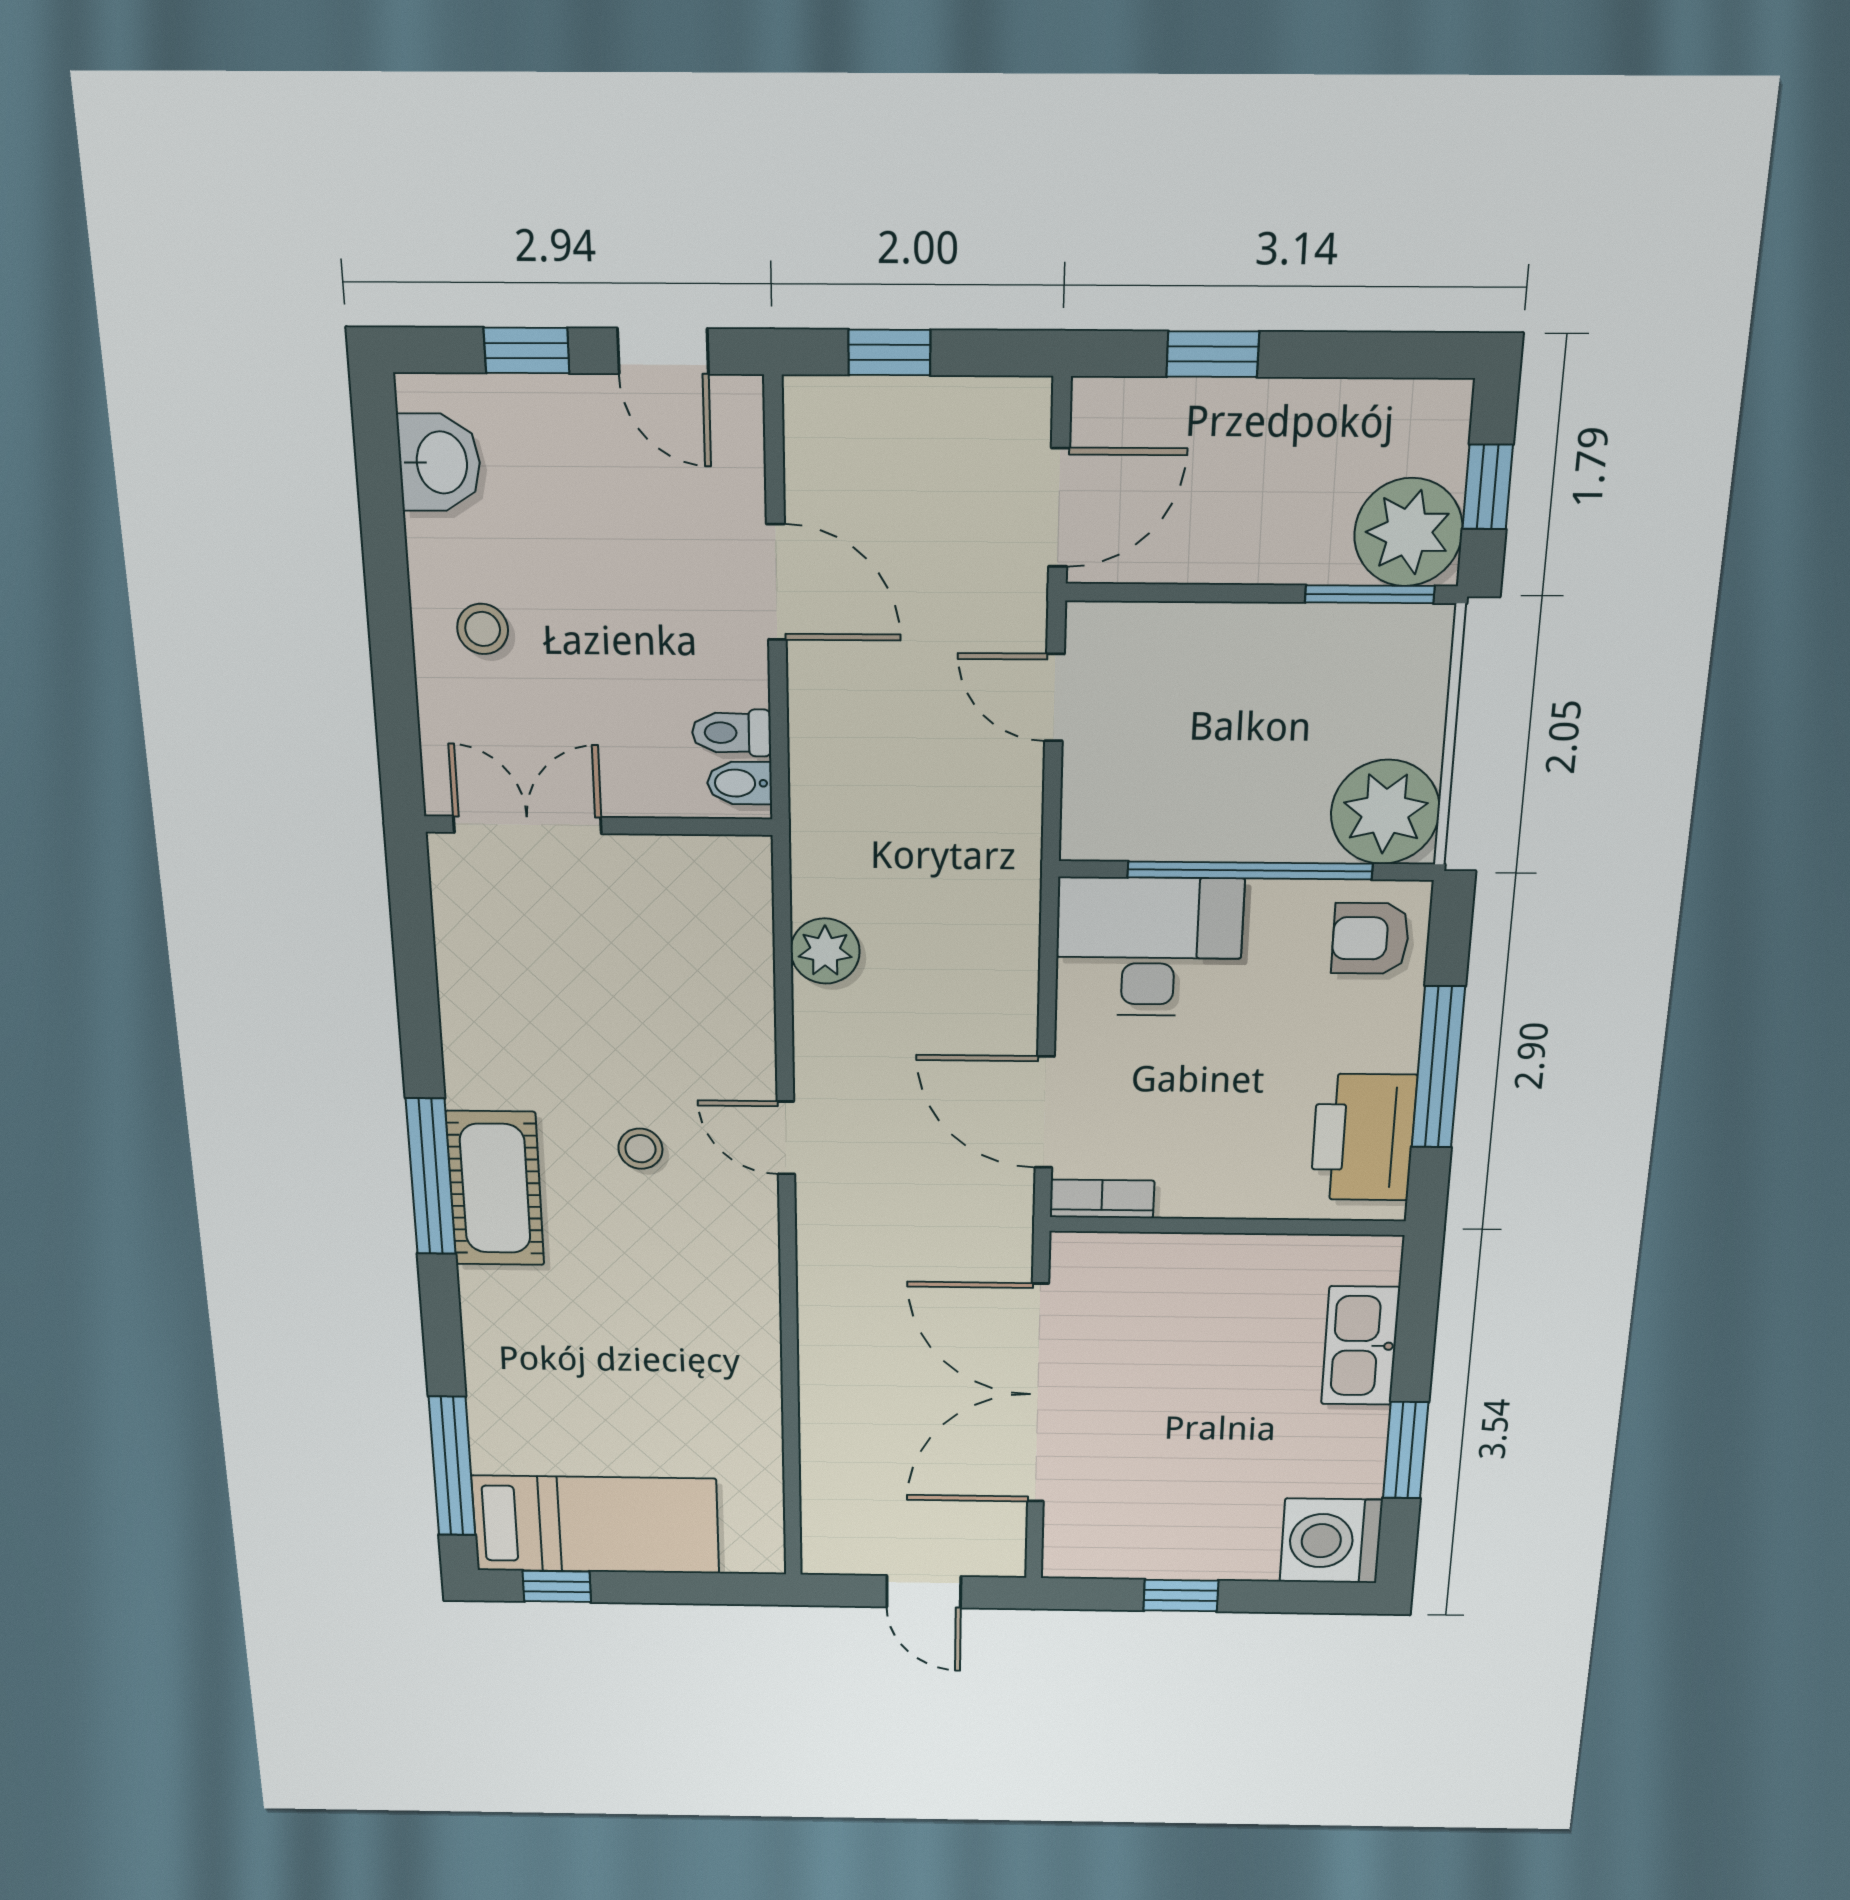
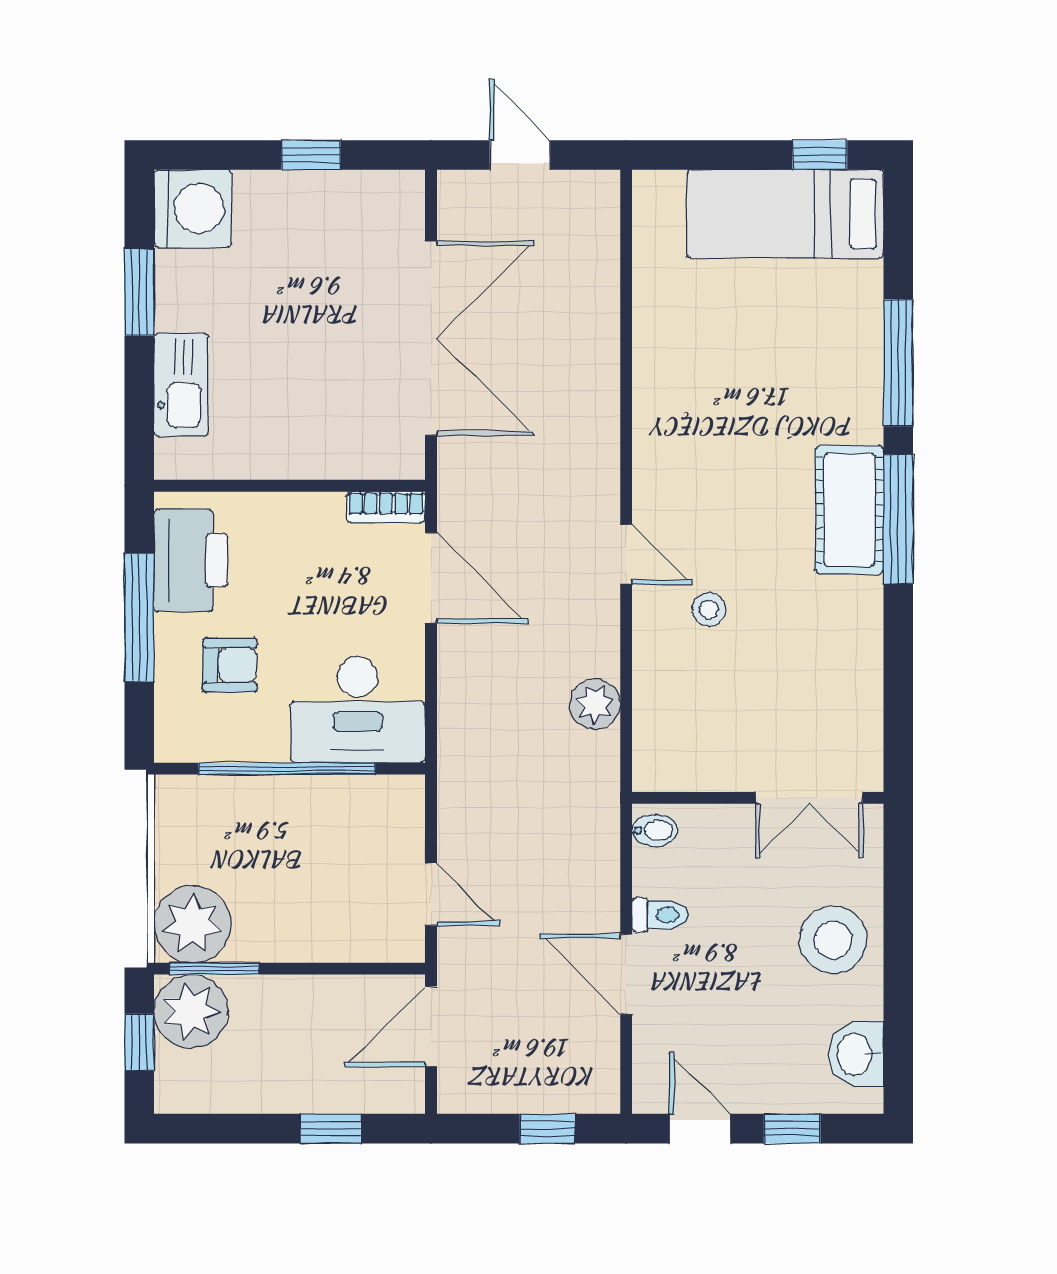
stool: (483, 629) -> (833, 940), width x1.89, depth x1.89
toilet: (732, 733) -> (660, 915), moved
plant: (1385, 812) -> (192, 924), moved
armchair: (1370, 938) -> (230, 665), moved
stool: (640, 1149) -> (709, 609), moved
window: (452, 1466) -> (898, 363), moved

